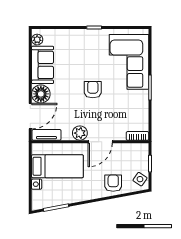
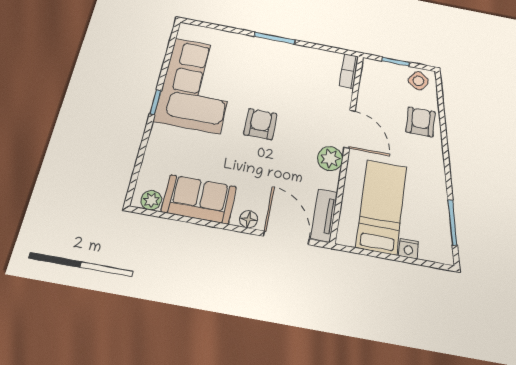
corner sofa: (129, 62) -> (197, 85), moved, turned -90
armchair: (93, 90) -> (260, 124), turned 90
floor lamp: (41, 94) -> (249, 219), width x0.53, depth x0.53
armchair: (113, 183) -> (421, 122), turned 90

